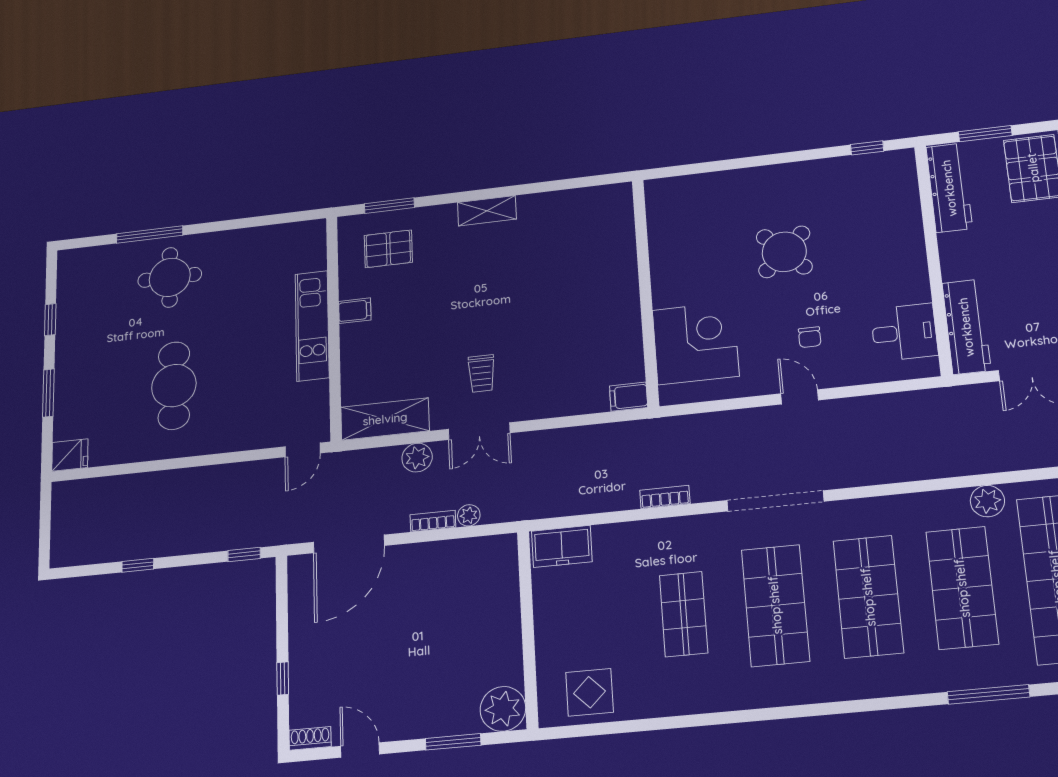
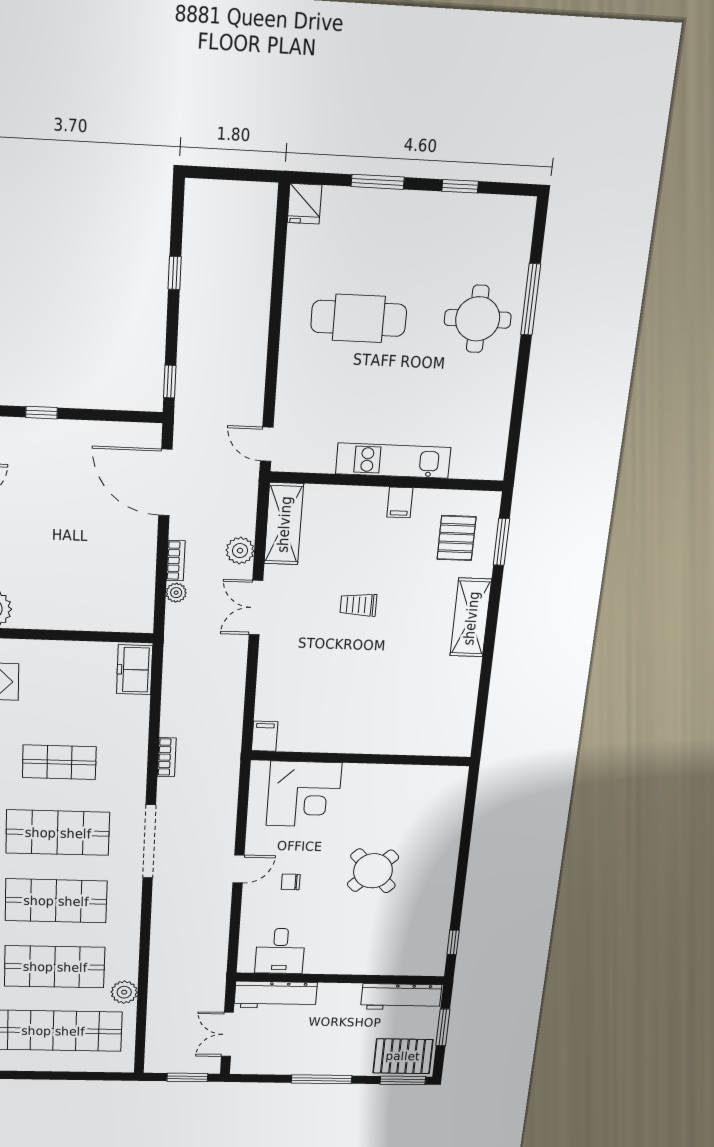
shelving: (487, 211) -> (471, 618), width x1.50, depth x1.33
trolley: (481, 373) -> (358, 605), moved

